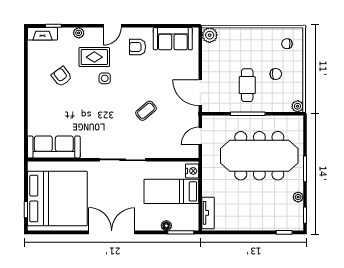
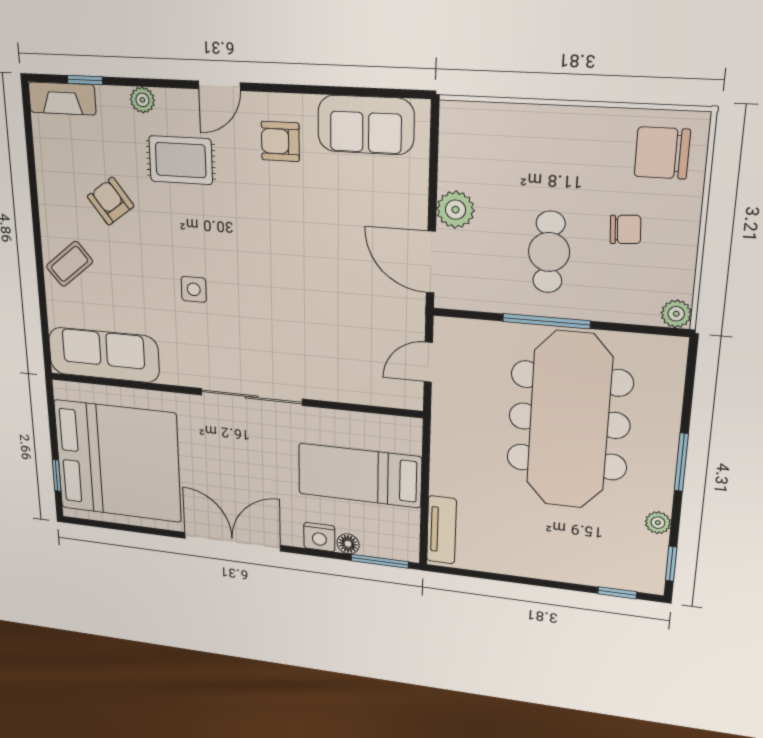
plant: (210, 35) -> (455, 210), moved
chair: (287, 44) -> (662, 153), width x1.87, depth x1.87
side table: (105, 78) -> (194, 289), moved
coffee table: (146, 111) -> (70, 264), moved
meeting table: (259, 156) -> (569, 421), turned 90
nightstand: (192, 171) -> (319, 537), moved, turned 90

